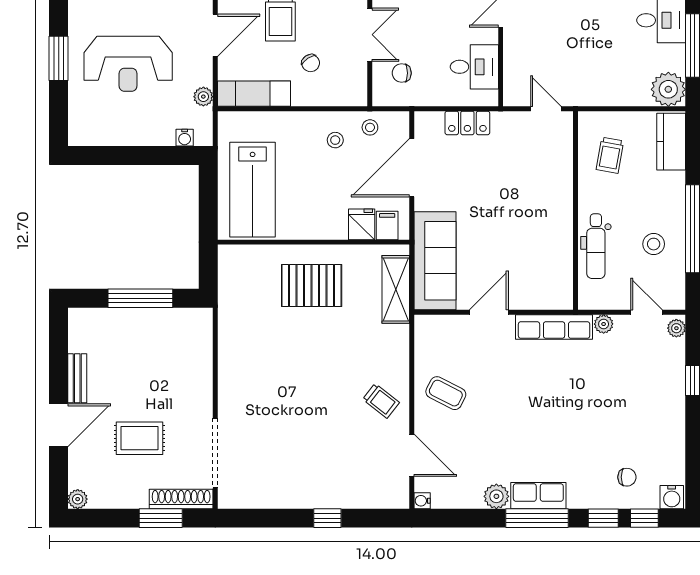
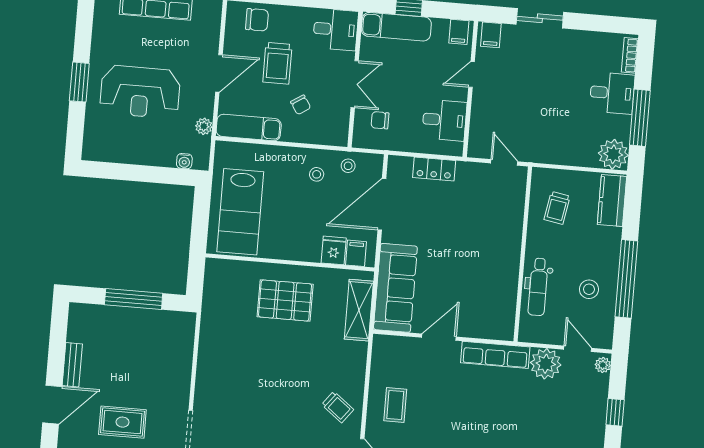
plant: (604, 324) -> (546, 364), width x1.88, depth x1.88
coffee table: (446, 393) -> (395, 405), turned 63

